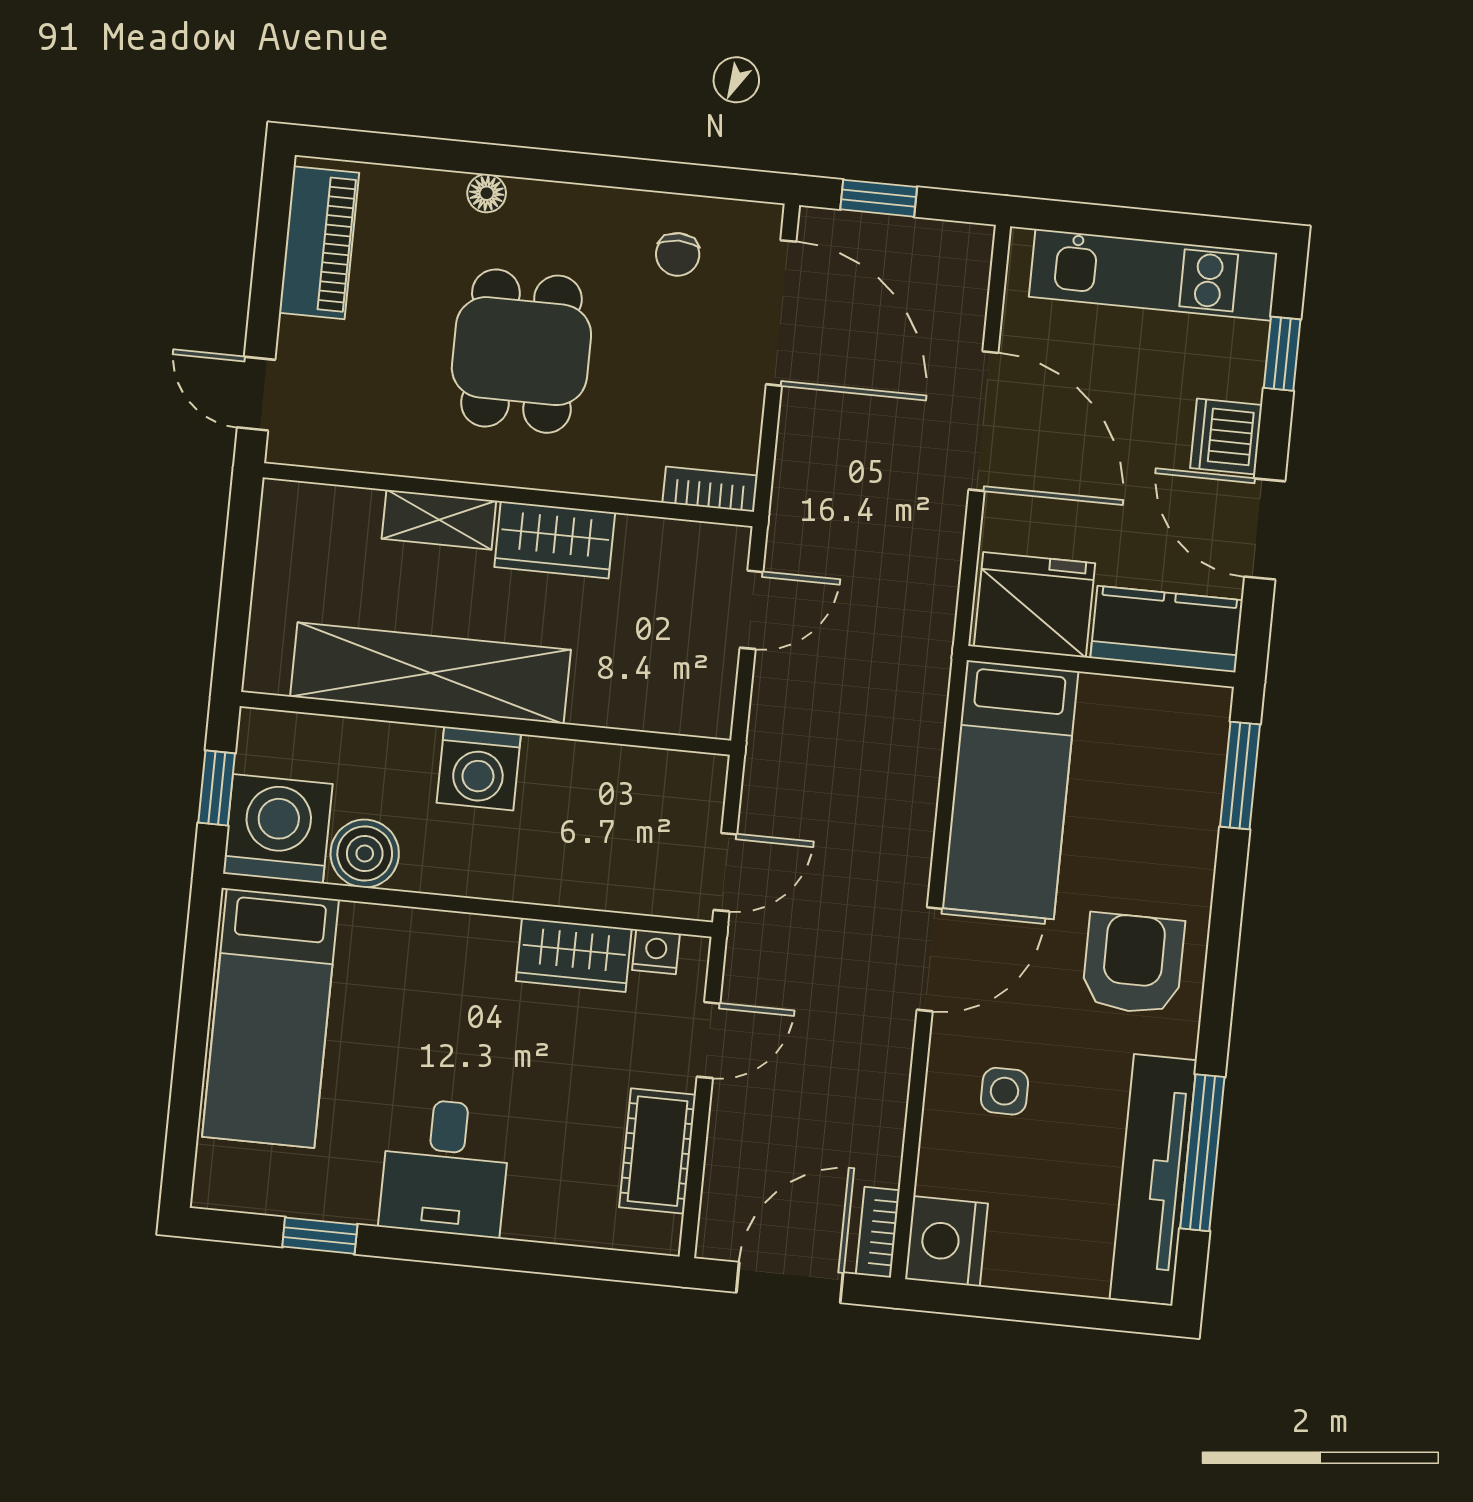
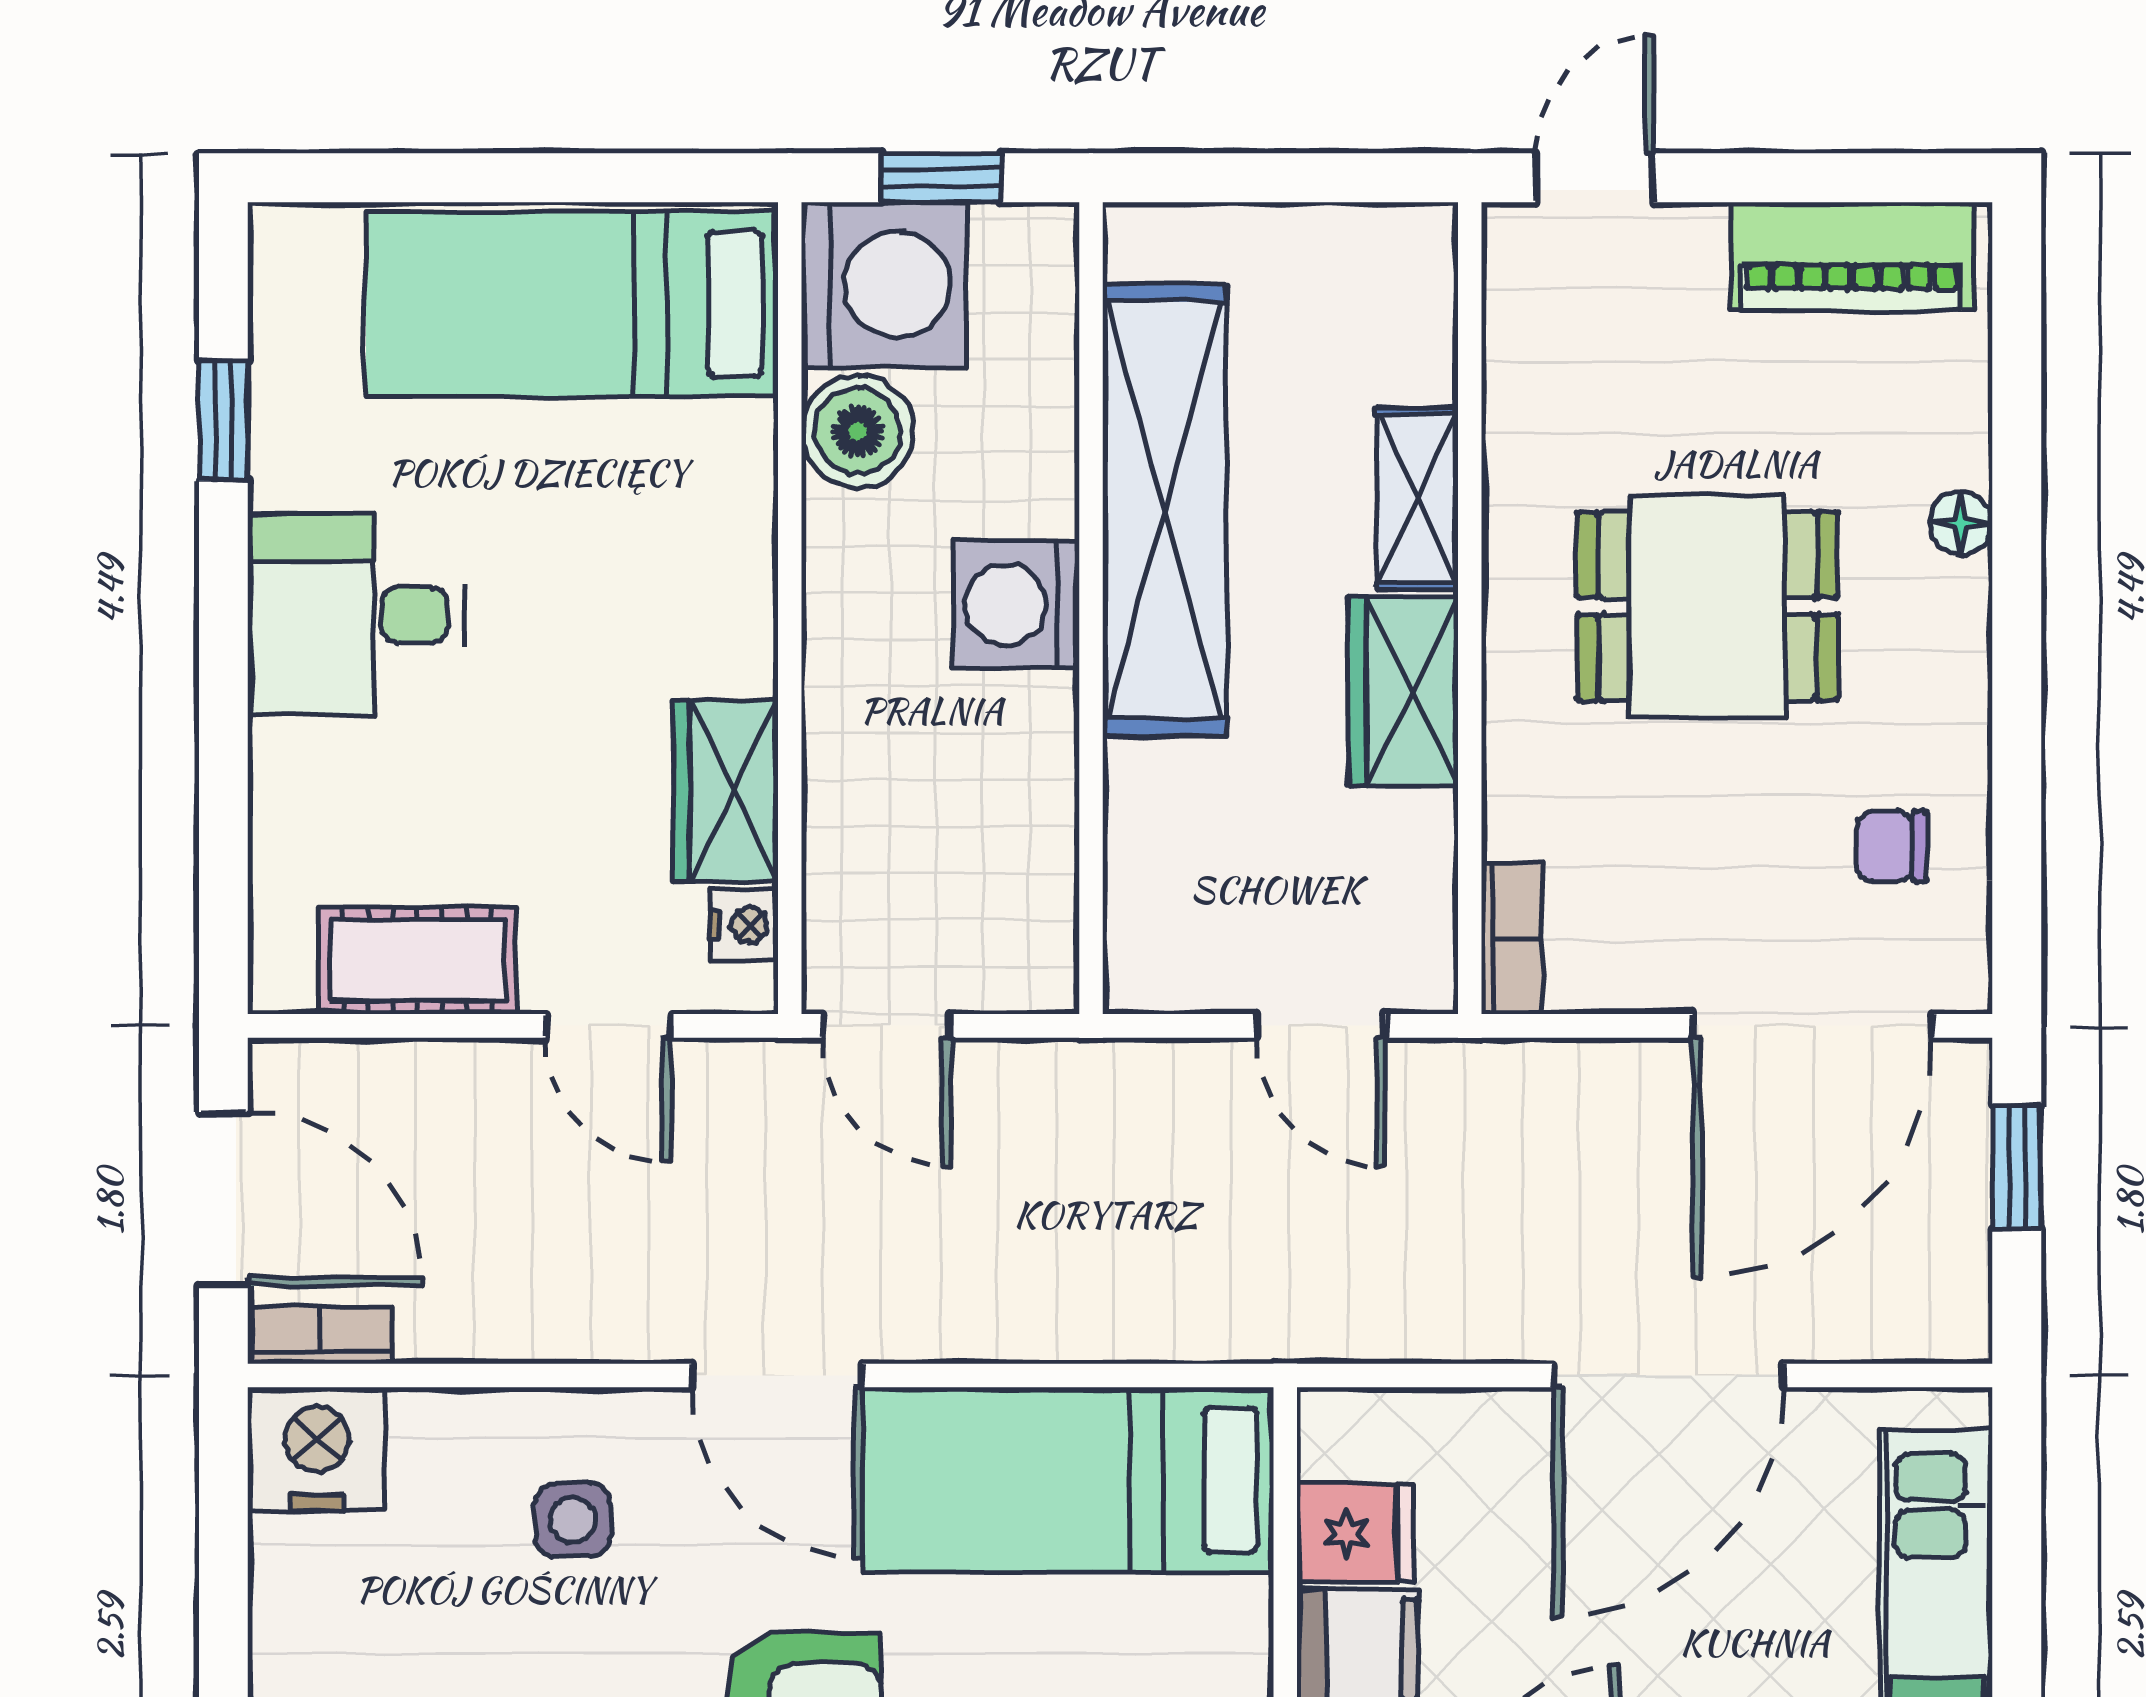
fridge: (1035, 605) -> (1355, 1533), width x0.53, depth x0.75

